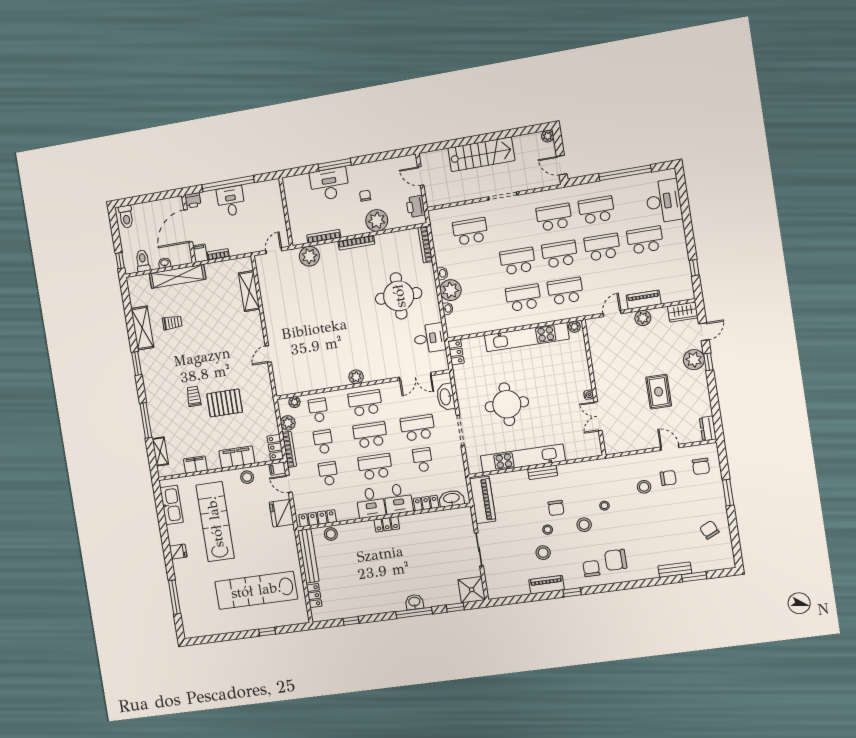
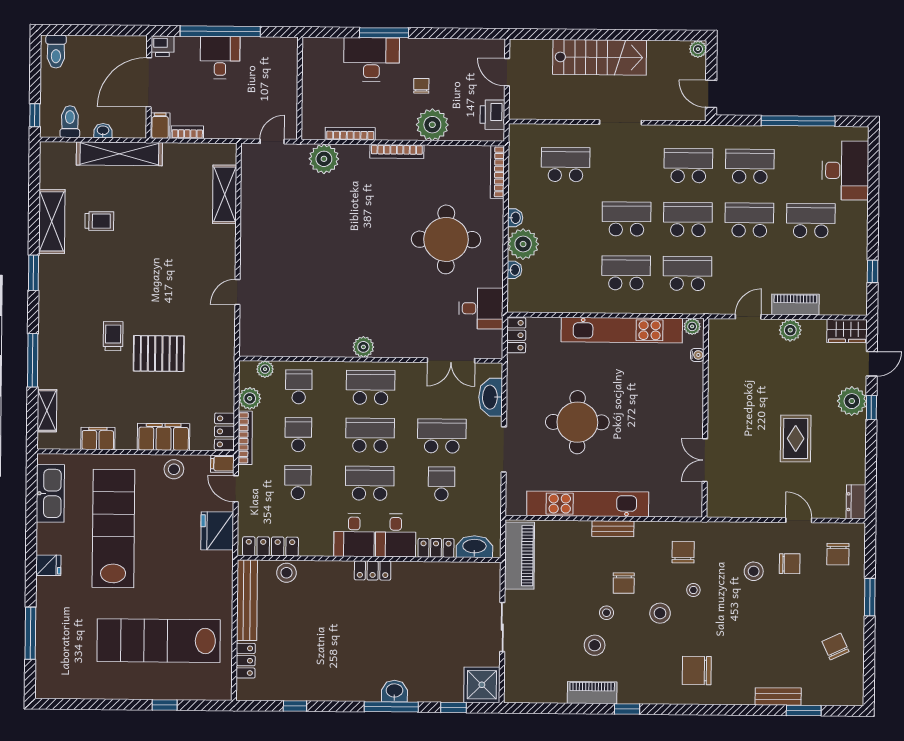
water cooler: (589, 395) -> (697, 355), moved
chair: (591, 569) -> (683, 552), moved

